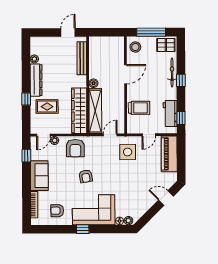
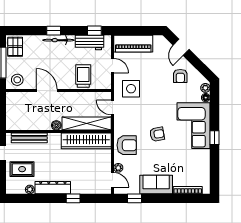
bicycle: (172, 73) -> (59, 40), moved
rug: (47, 107) -> (22, 169), moved, turned 90
armchair: (57, 211) -> (180, 76), moved

